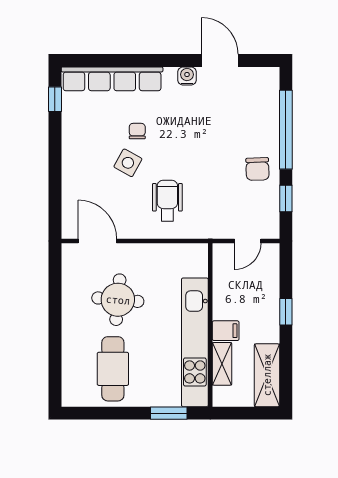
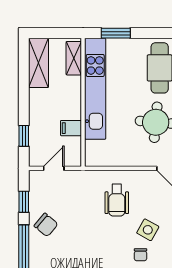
chair: (257, 169) -> (46, 225), turned 132
window: (286, 312) -> (24, 136), moved
filing cabinet: (226, 331) -> (71, 128), moved
shelving: (222, 364) -> (74, 58), moved

